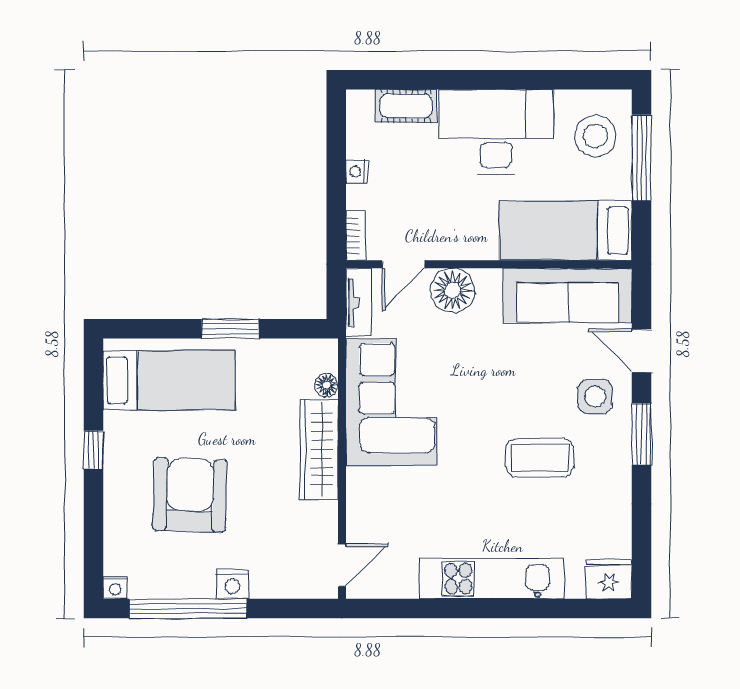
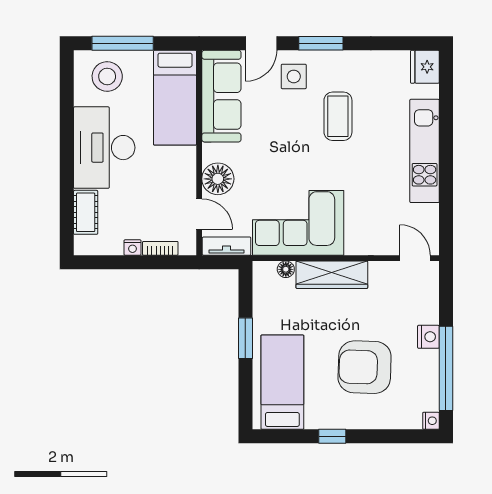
bookcase: (356, 236) -> (160, 248), moved

